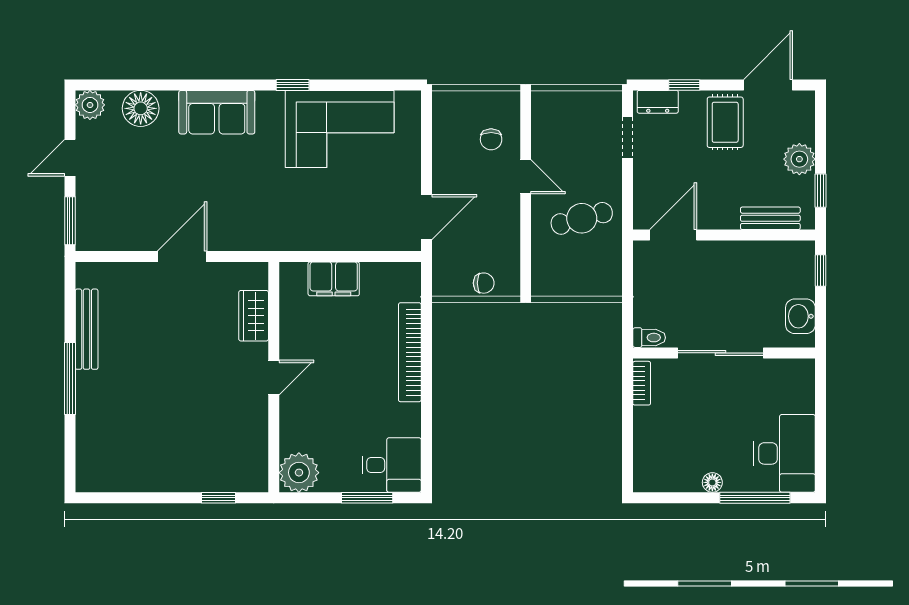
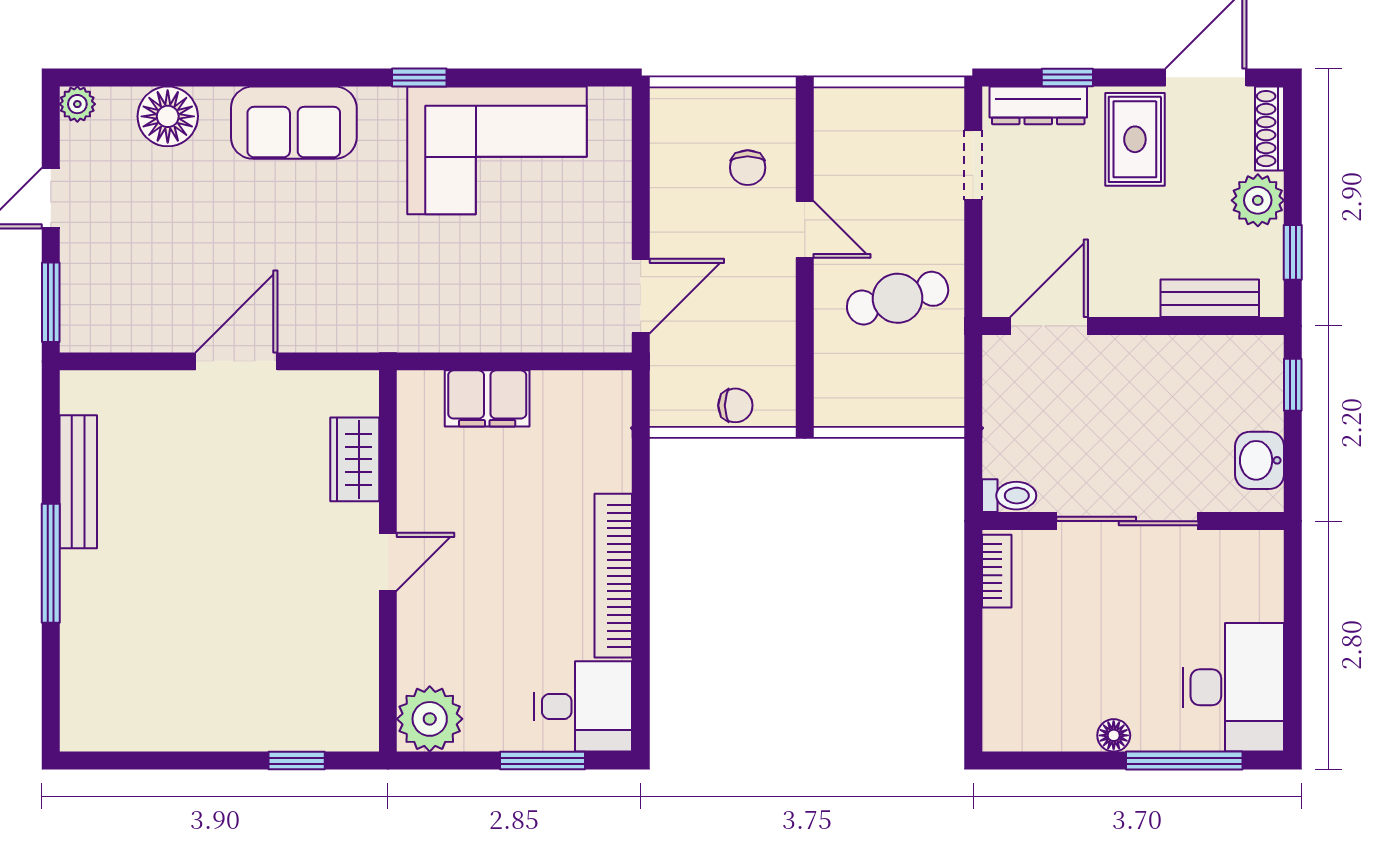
dresser: (658, 102) -> (1038, 105), width x1.44
plant: (90, 105) -> (77, 104), width x0.73, depth x0.73
shoe rack: (806, 116) -> (1270, 129), added
bookcase: (410, 352) -> (613, 576), moved

